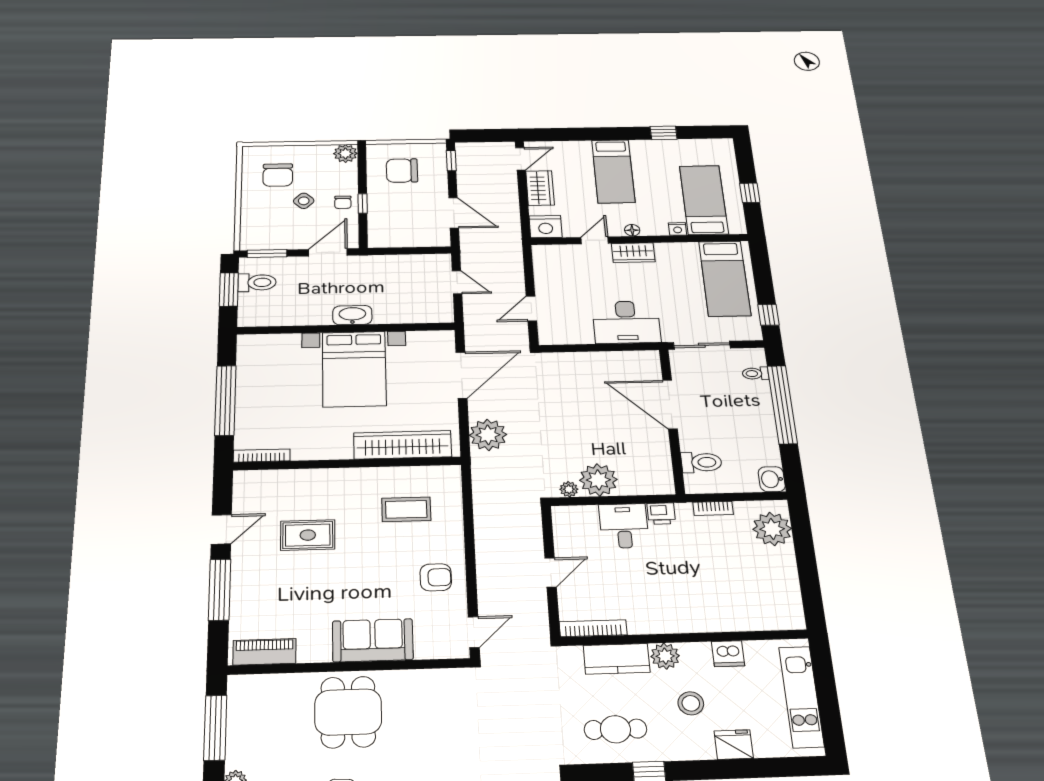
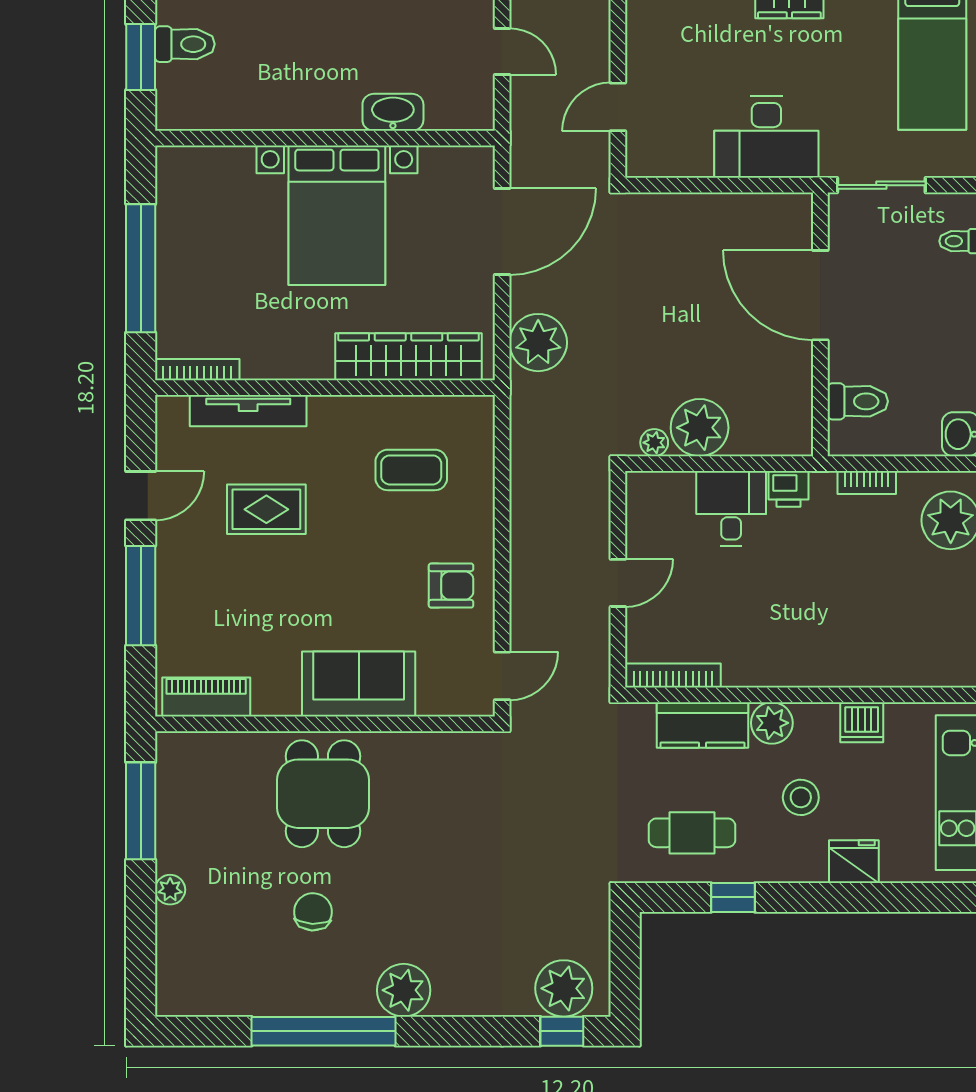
washbasin: (352, 315) -> (393, 112), moved
tv unit: (296, 478) -> (248, 411), added

